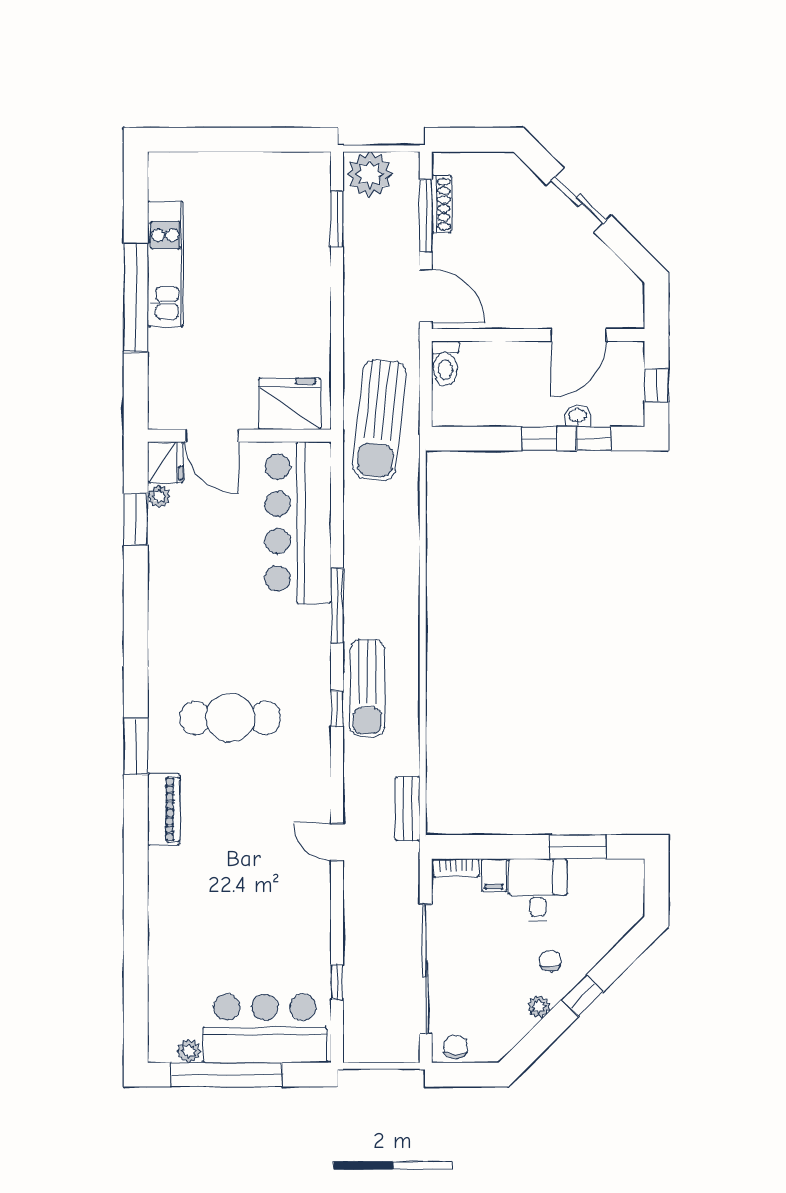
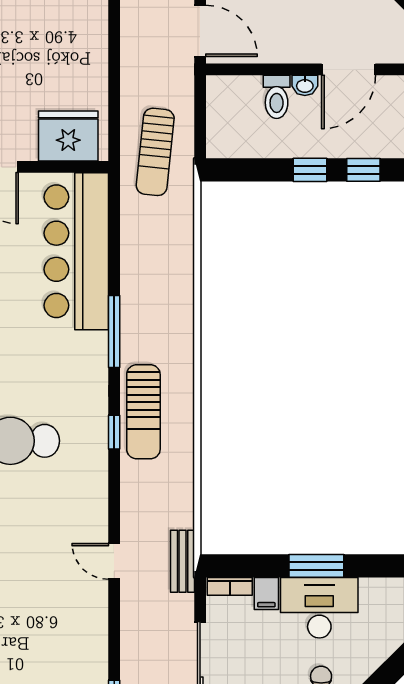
toilet: (445, 363) -> (277, 97), moved
washbasin: (578, 416) -> (305, 85), moved, turned 180
sun lounger: (379, 420) -> (155, 152), width x0.73, depth x0.75
bench: (408, 809) -> (183, 561), moved
window: (578, 847) -> (316, 566), moved
desk: (538, 890) -> (319, 608), width x1.37

